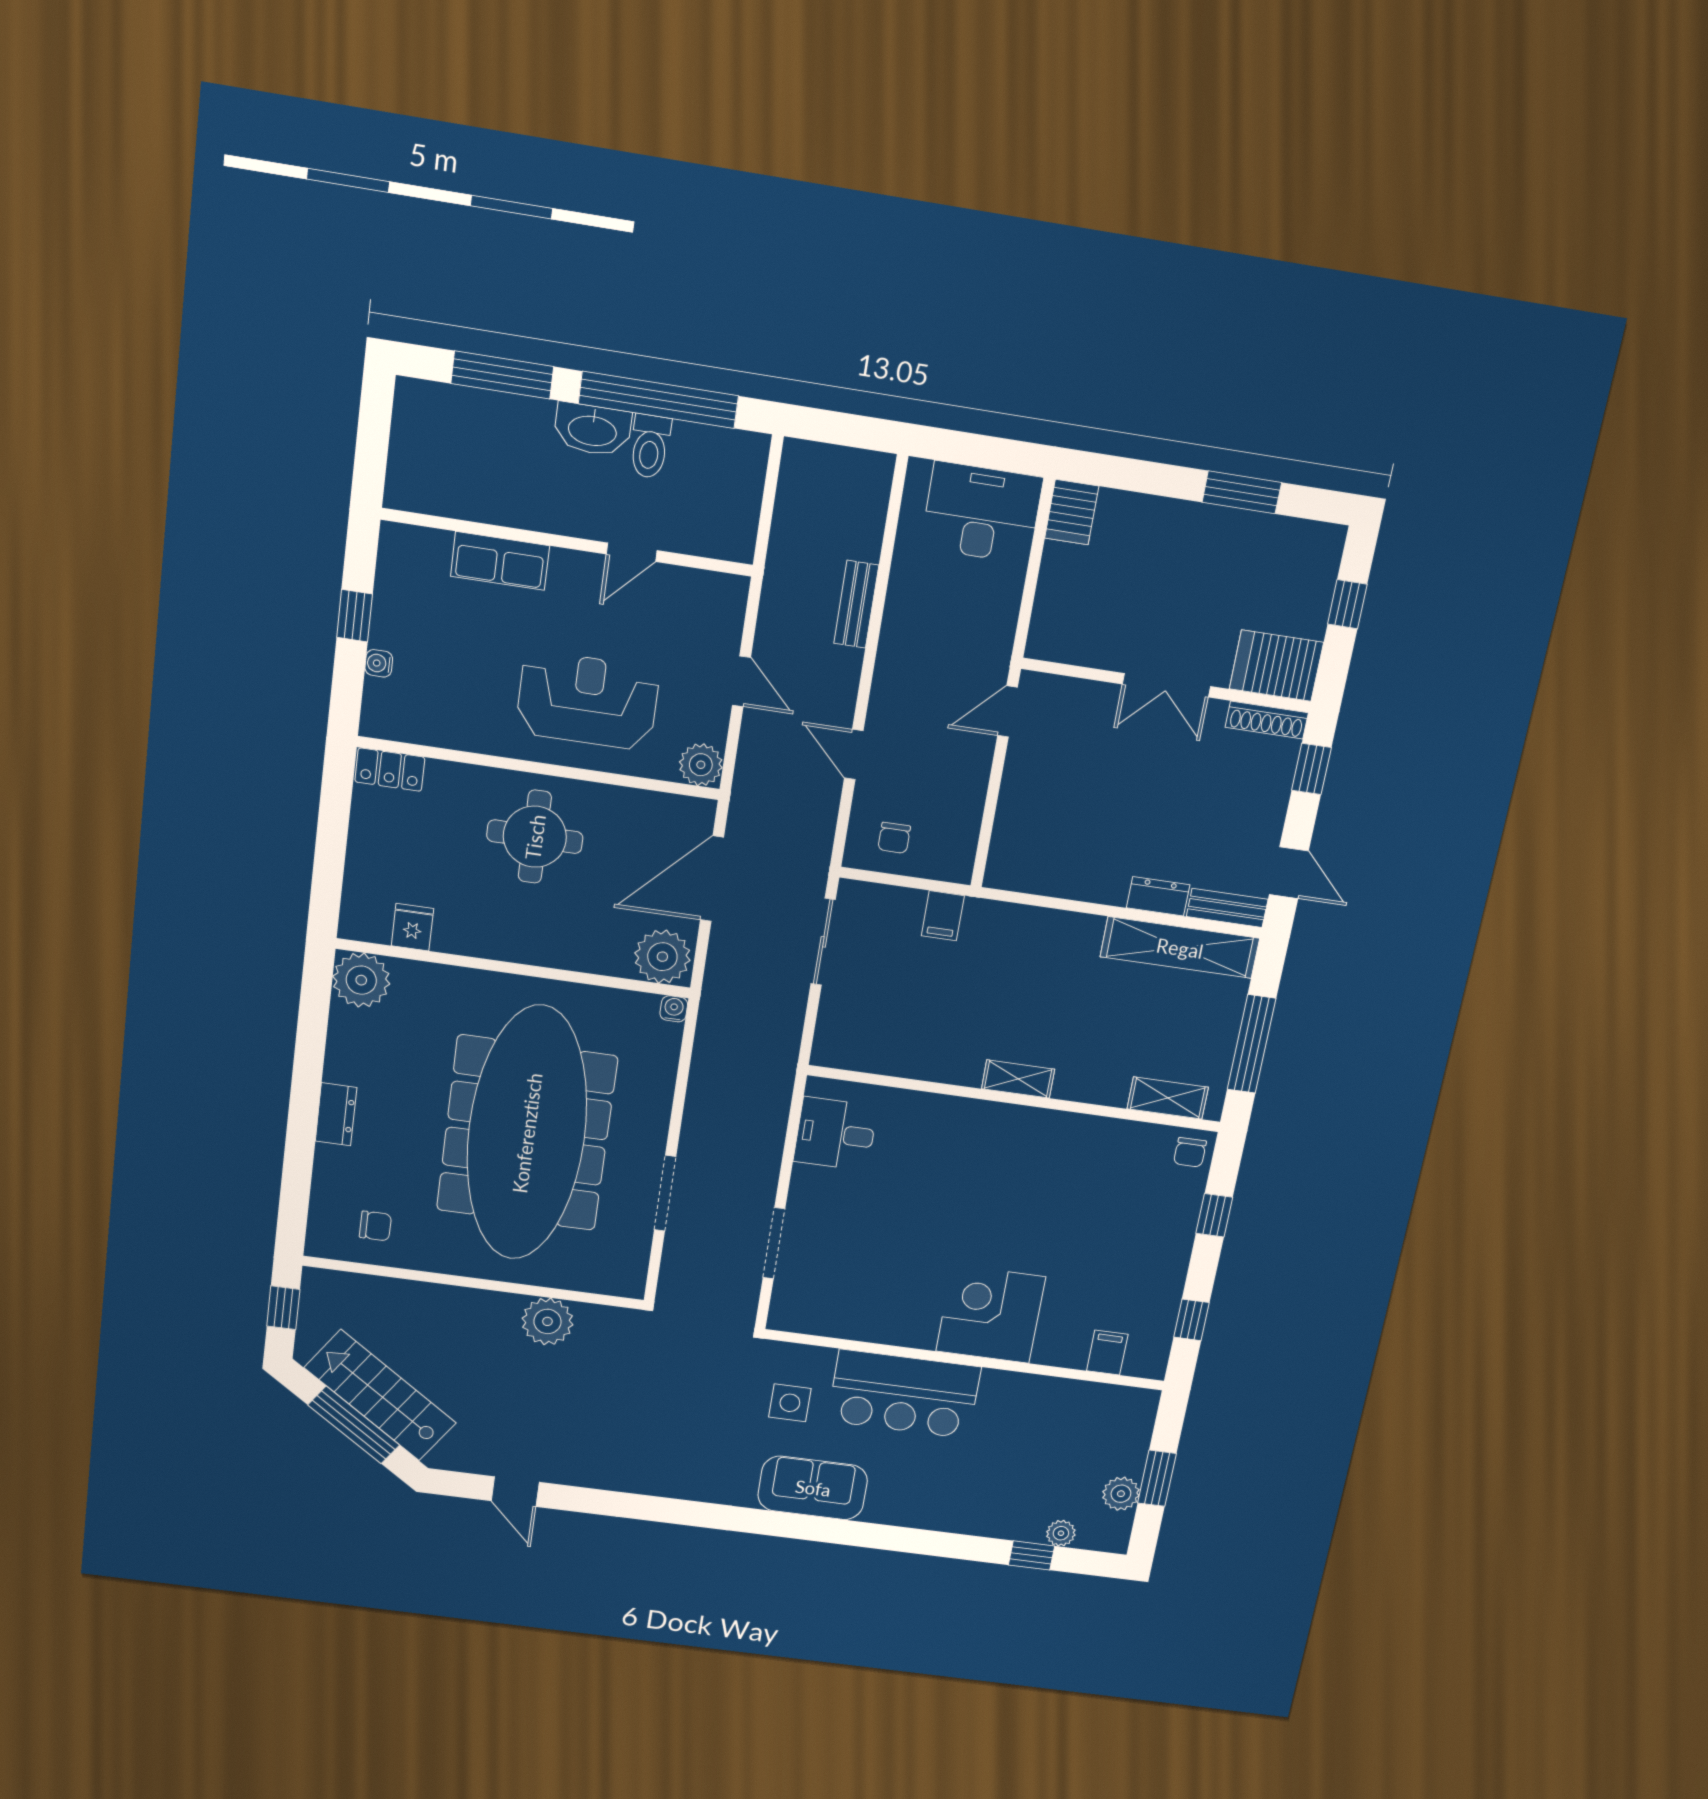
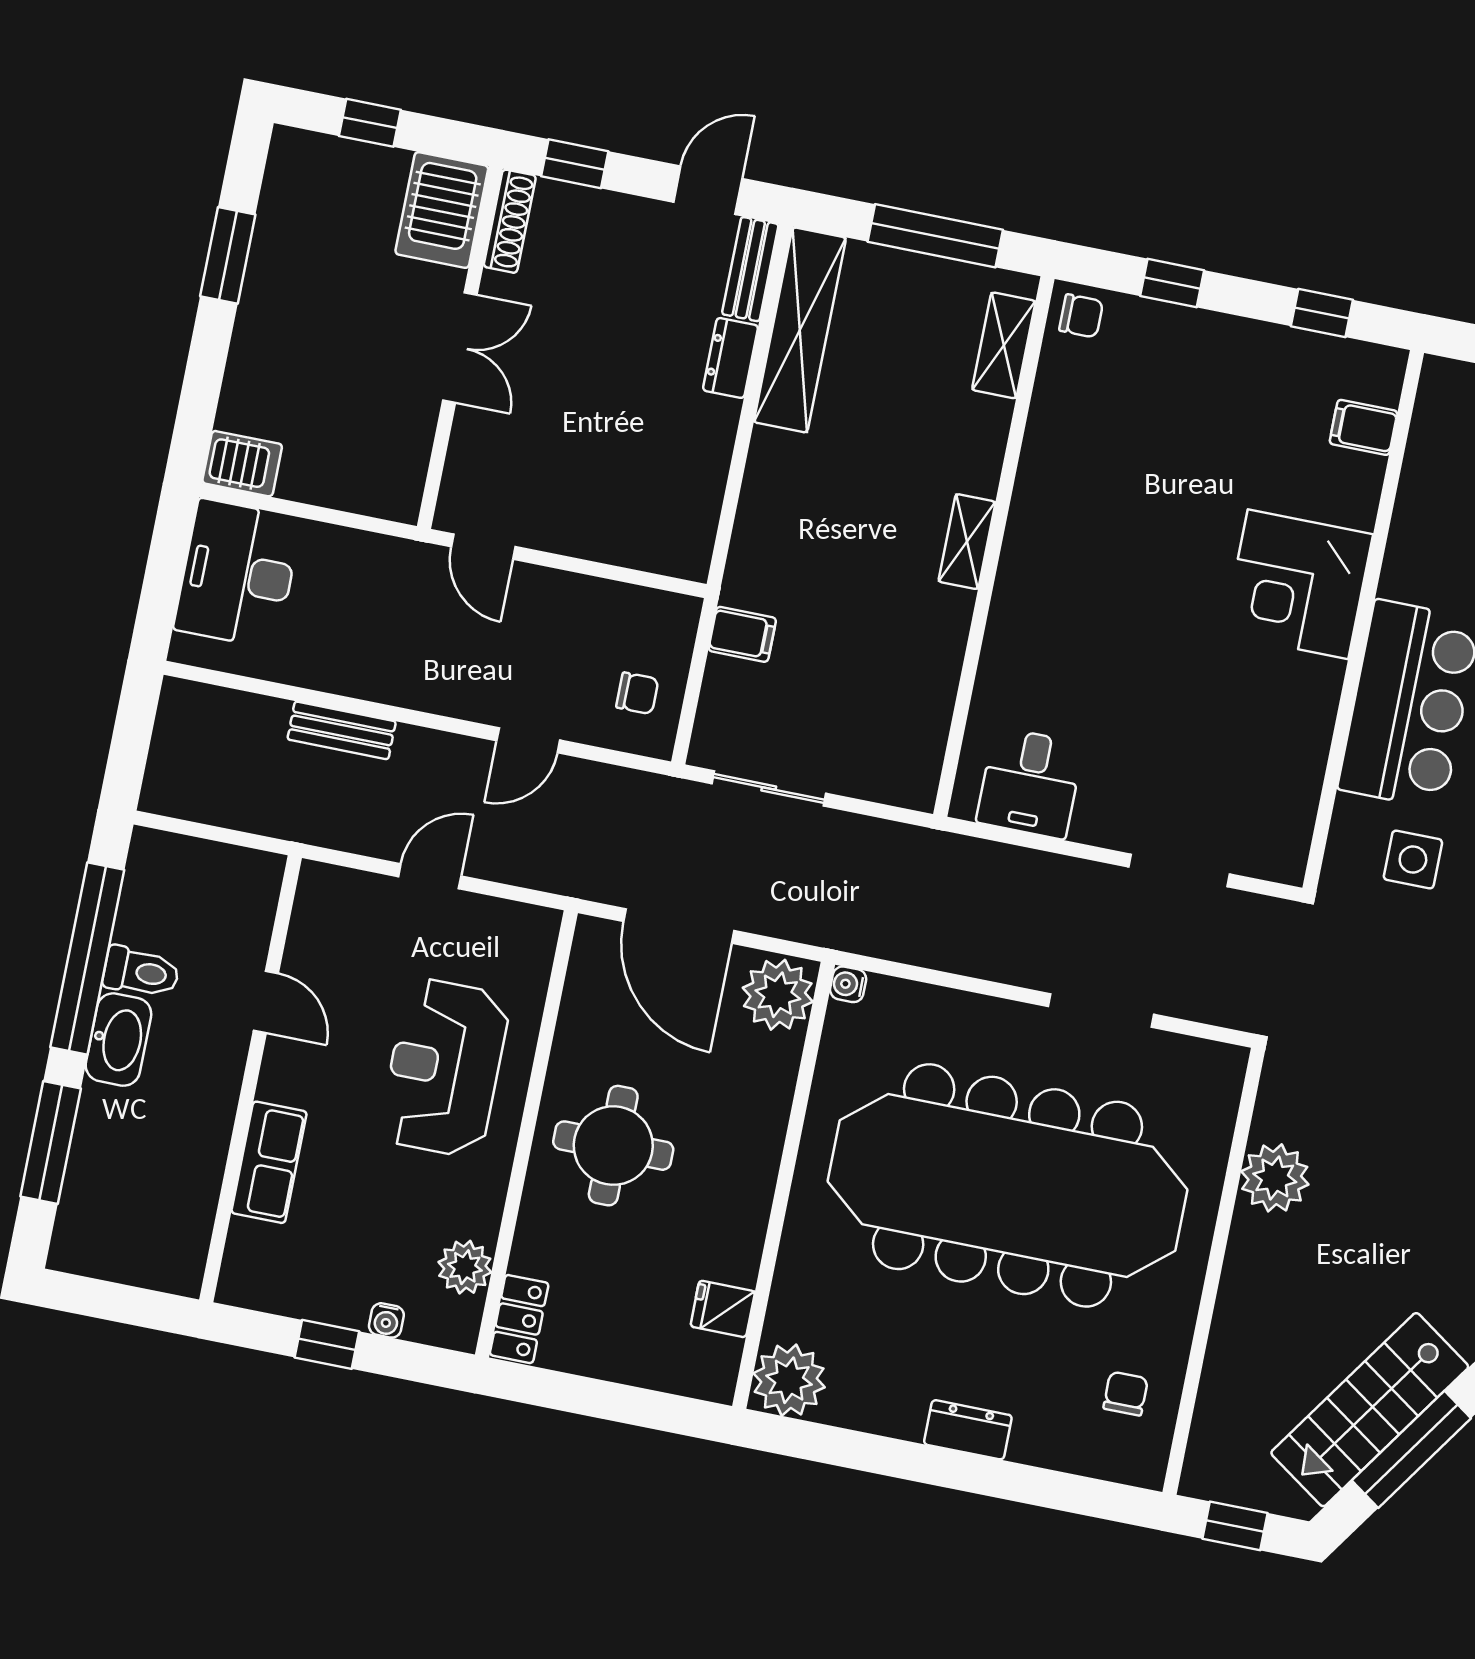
plant: (701, 765) -> (465, 1267), moved

